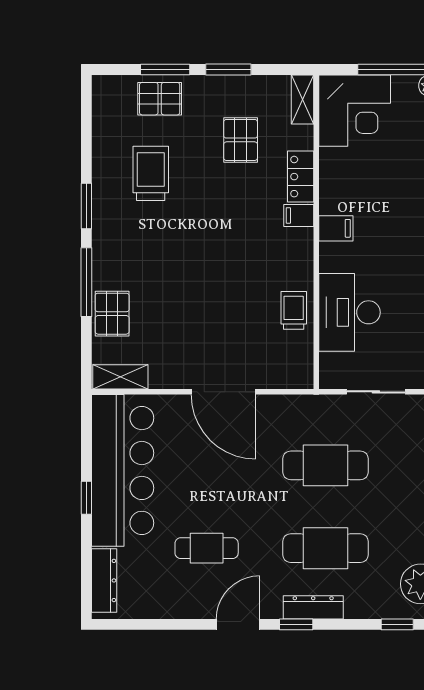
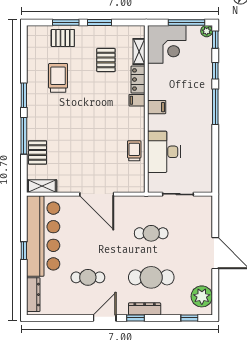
shelving: (303, 99) -> (139, 52), moved
cafe table: (326, 465) -> (151, 233), width x0.73, depth x0.74

